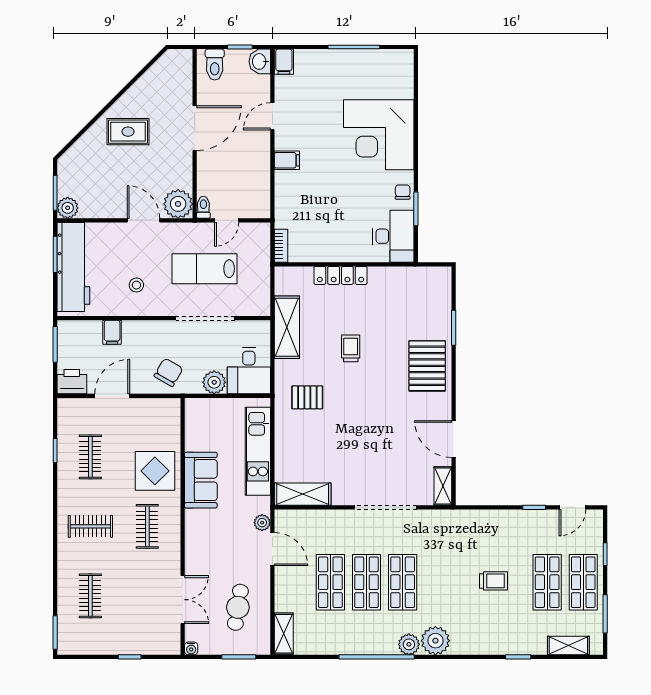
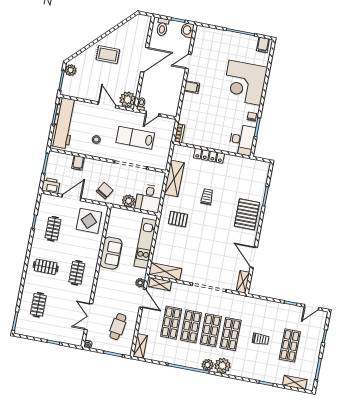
filing cabinet: (284, 62) -> (263, 45), moved
plant: (68, 208) -> (71, 70), moved
display table: (155, 471) -> (89, 221), moved
shelving: (298, 518) -> (160, 284), added
shop shelf: (583, 582) -> (230, 334), moved
double door: (183, 600) -> (88, 317), swing flipped

